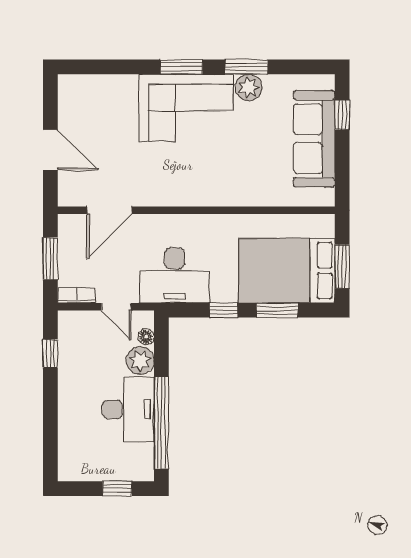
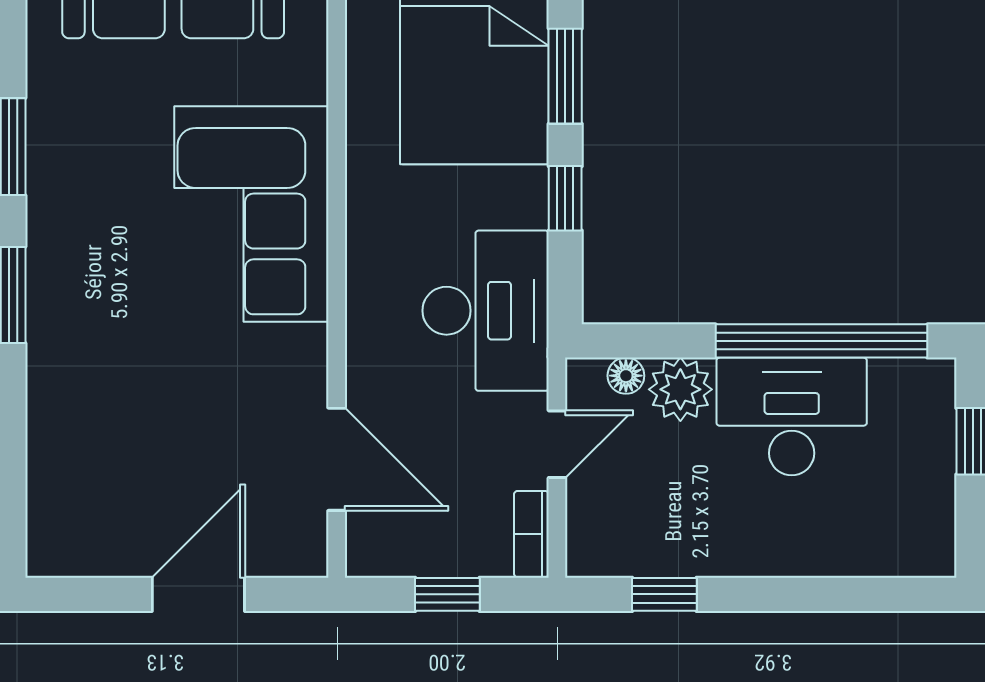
plant: (249, 87) -> (56, 141), removed
corner sofa: (186, 108) -> (251, 214), moved, turned 180
window: (50, 259) -> (447, 594), width x0.67

